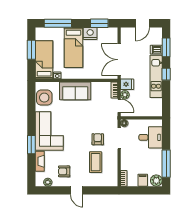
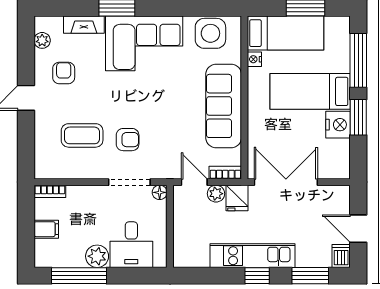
window: (99, 23) -> (358, 117), moved
dishwasher: (156, 50) -> (341, 256), moved
sofa: (75, 91) -> (224, 106), width x1.36
door: (119, 106) -> (194, 182), swing flipped
plant: (156, 181) -> (97, 256), moved

